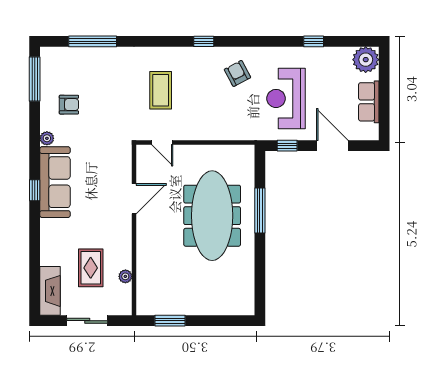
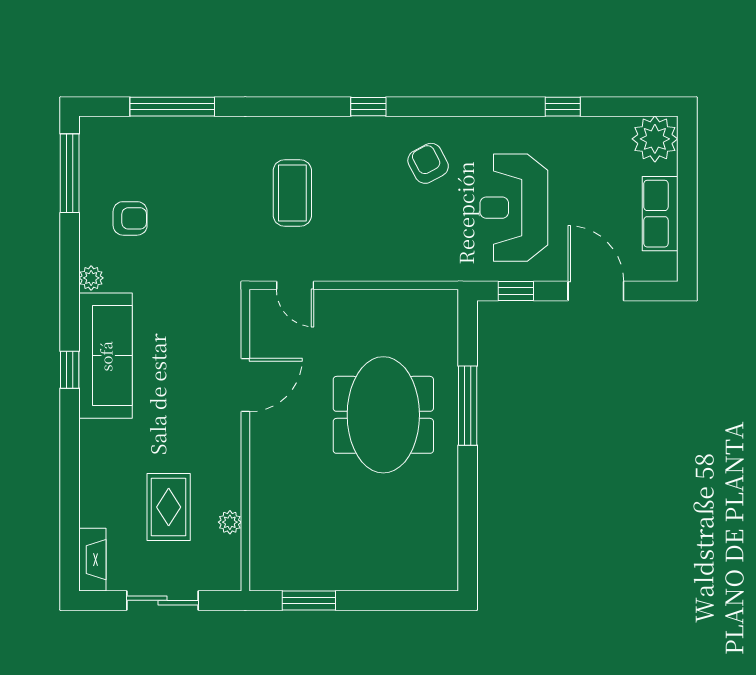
meeting table: (212, 216) -> (383, 415), width x0.73
fireplace: (50, 291) -> (92, 560), width x0.73, depth x0.76

